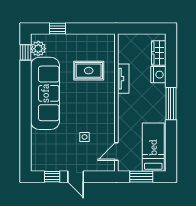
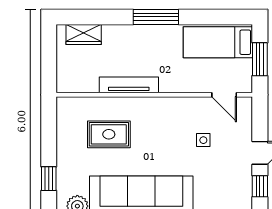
rug: (89, 71) -> (109, 134), turned 90
nightstand: (158, 75) -> (115, 35), removed
tv unit: (123, 79) -> (129, 85), width x1.41

